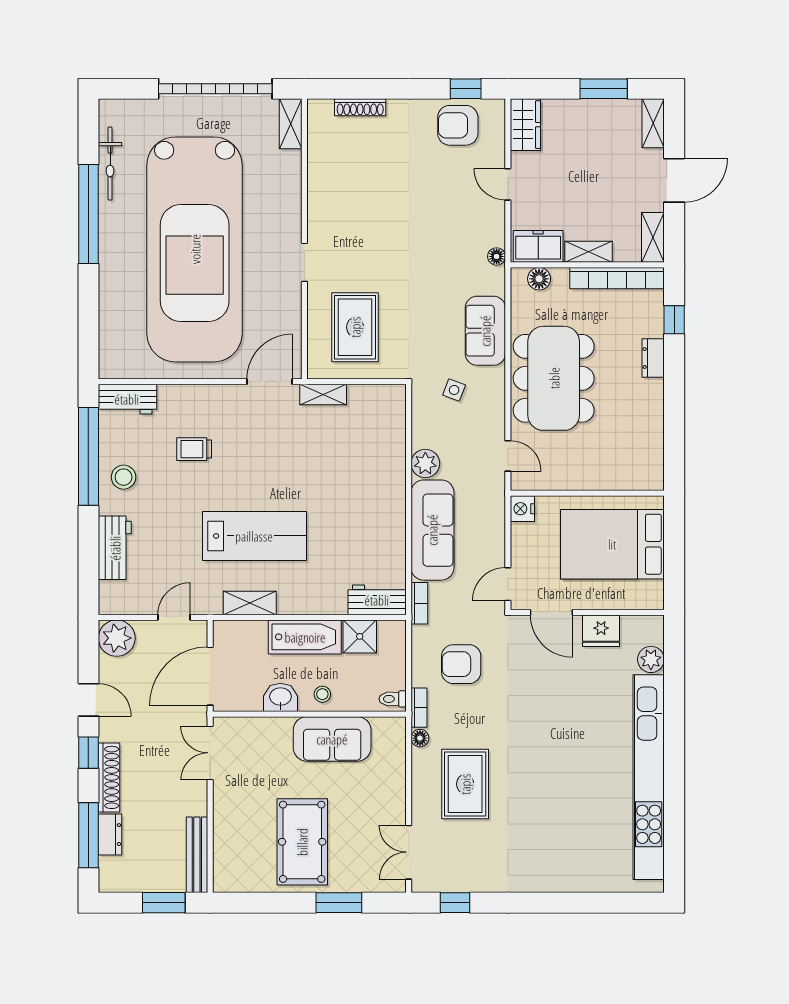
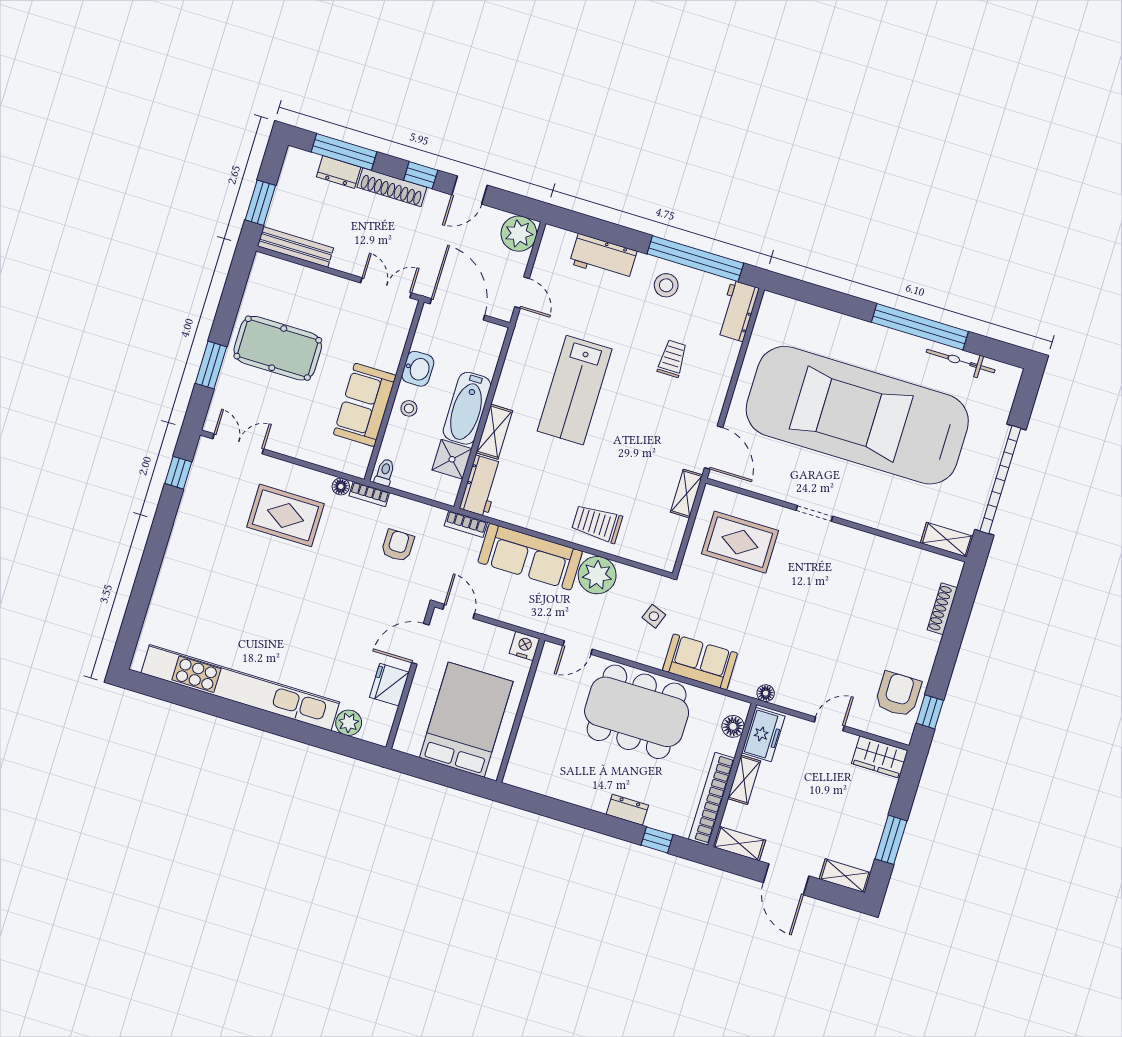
plant: (425, 464) -> (597, 575), width x1.36, depth x1.36
trolley: (380, 474) -> (597, 524), added
shelving: (250, 603) -> (494, 432), moved
armchair: (461, 664) -> (398, 546), width x0.72, depth x0.72

